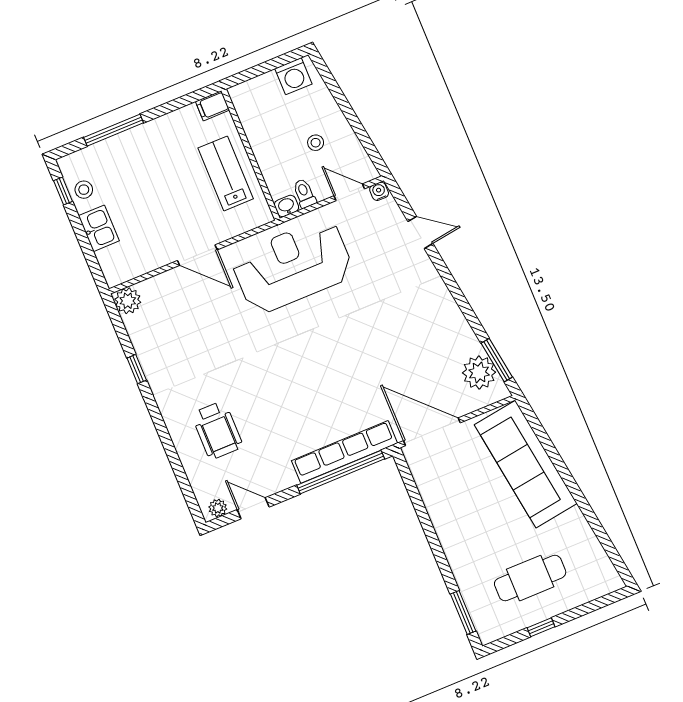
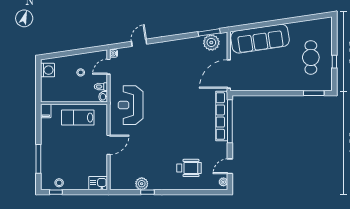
kitchen sink: (99, 228) -> (98, 183), moved
reception desk: (292, 266) -> (131, 105), width x0.74, depth x0.77
plant: (128, 301) -> (142, 184), moved

